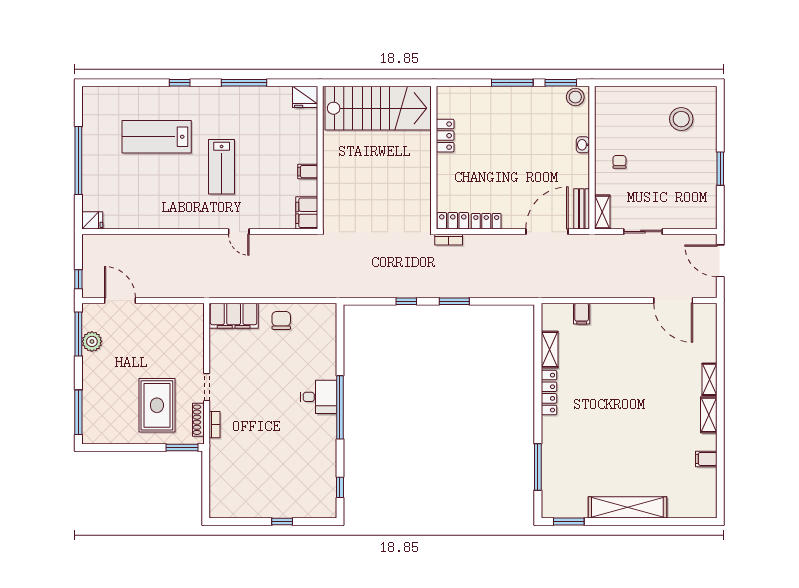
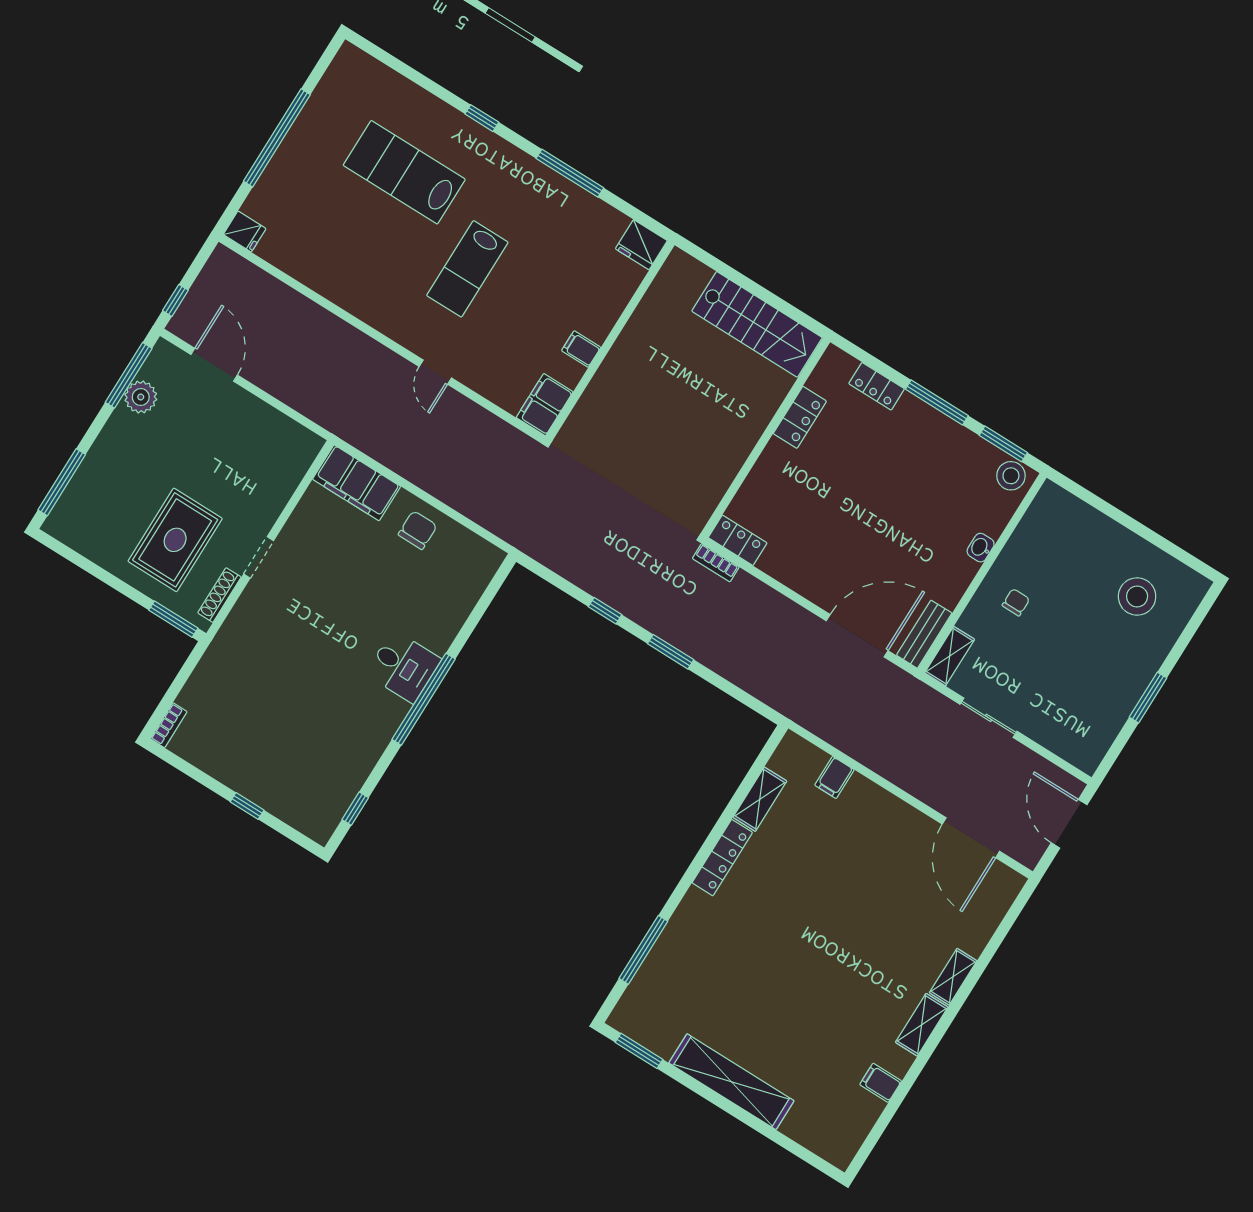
stairs: (378, 108) -> (757, 324), width x0.73, depth x0.66
locker: (486, 221) -> (877, 386), moved, turned 180
bookcase: (214, 425) -> (169, 725), moved

